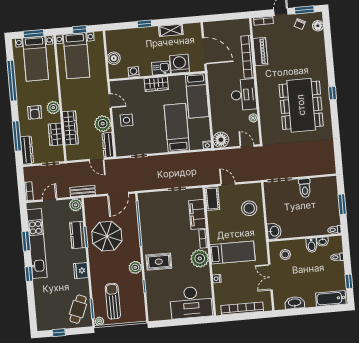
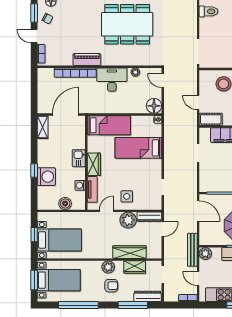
shelving: (171, 30) -> (43, 127), moved
piano: (260, 52) -> (87, 60), moved
washing machine: (180, 64) -> (46, 177), moved, turned 180
tv unit: (130, 85) -> (92, 189), added
door: (247, 146) -> (163, 81), hinge flipped
door: (228, 184) -> (198, 103), hinge flipped
toilet: (305, 188) -> (208, 11), moved
bench: (83, 191) -> (192, 250), width x1.36

